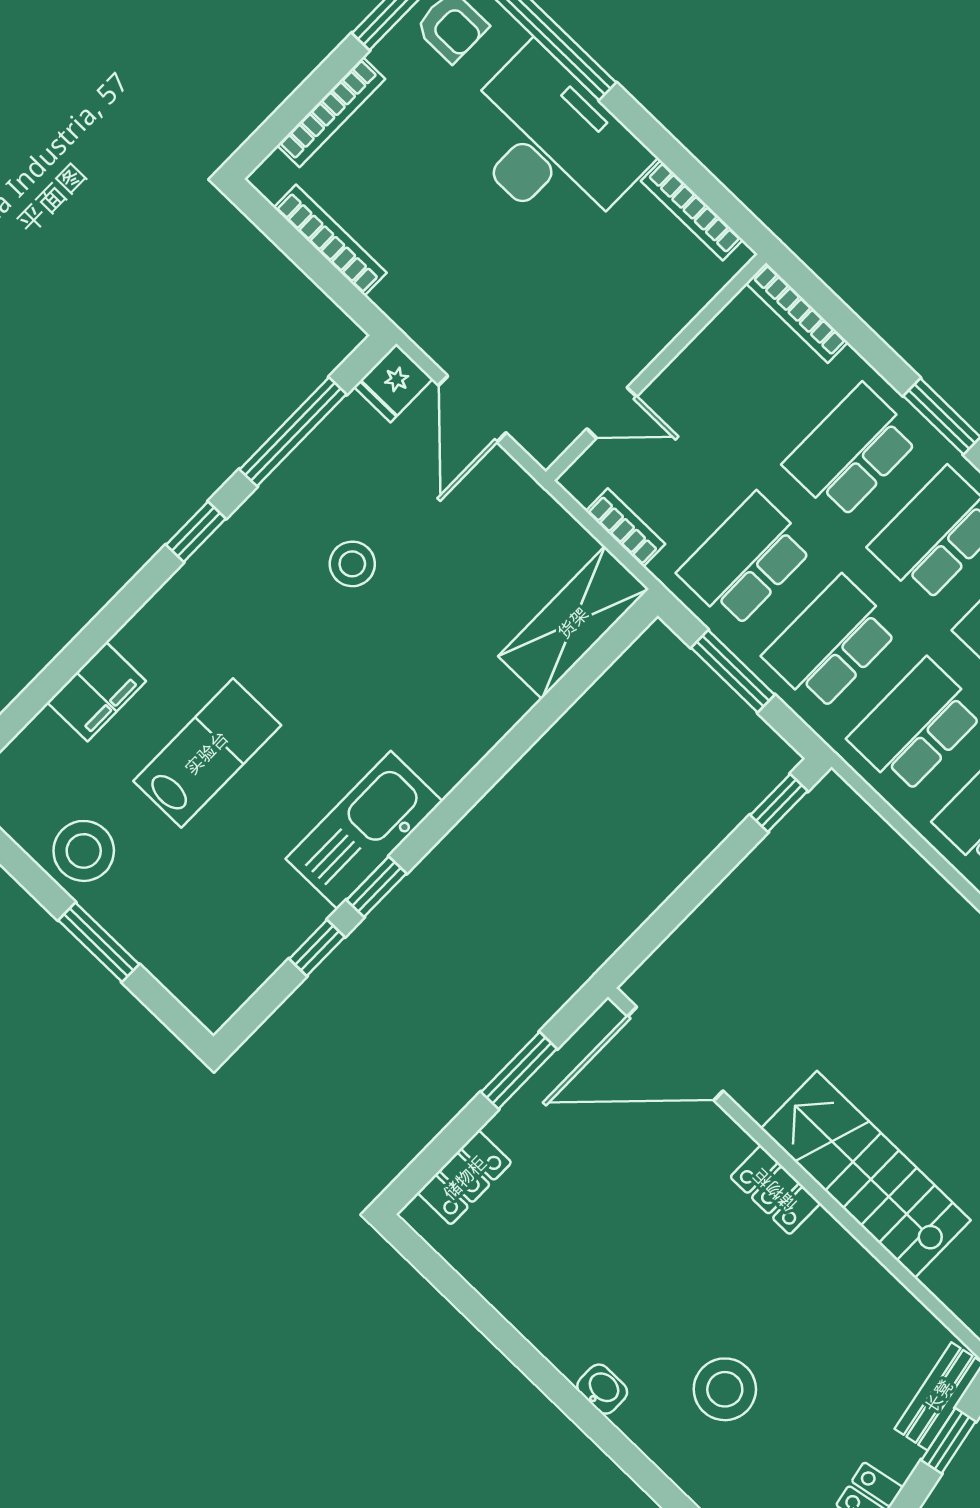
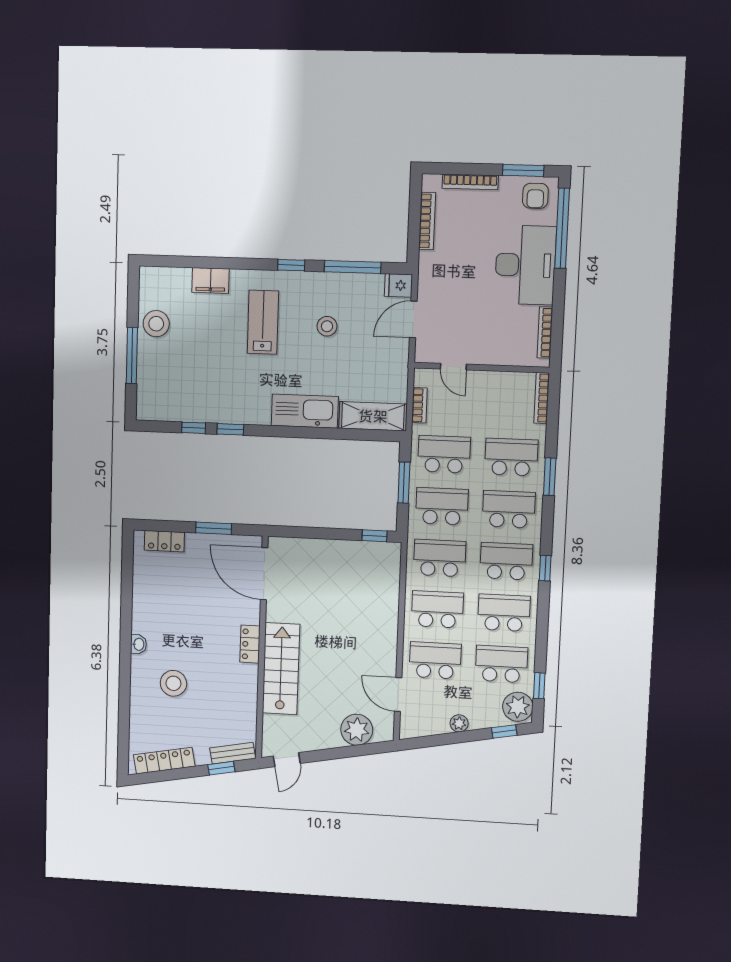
lab bench: (207, 753) -> (263, 322), moved, turned -90
kitchen sink: (364, 830) -> (305, 411), moved
window: (99, 942) -> (132, 355), width x1.44

